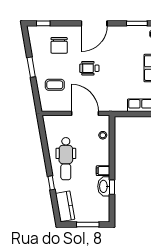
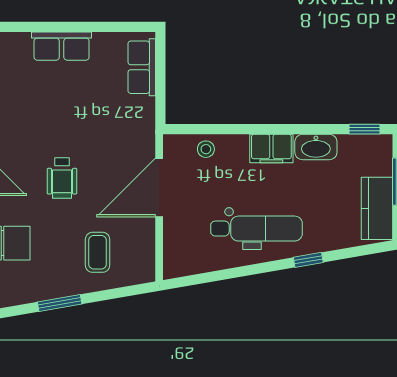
filing cabinet: (103, 171) -> (271, 149), width x2.00
window: (112, 187) -> (364, 129), moved
kitchen counter: (65, 206) -> (377, 208), moved, turned -80

